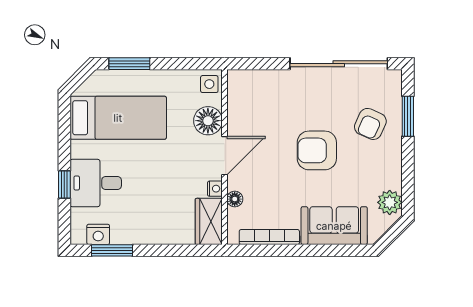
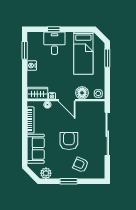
sliding door: (339, 64) -> (107, 134), moved
window: (408, 116) -> (69, 181), moved
nightstand: (98, 234) -> (32, 66), moved

